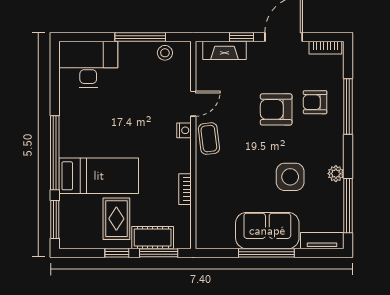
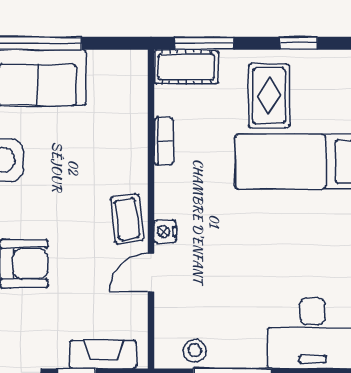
cot: (153, 238) -> (186, 67), moved
window: (117, 253) -> (299, 43), moved

